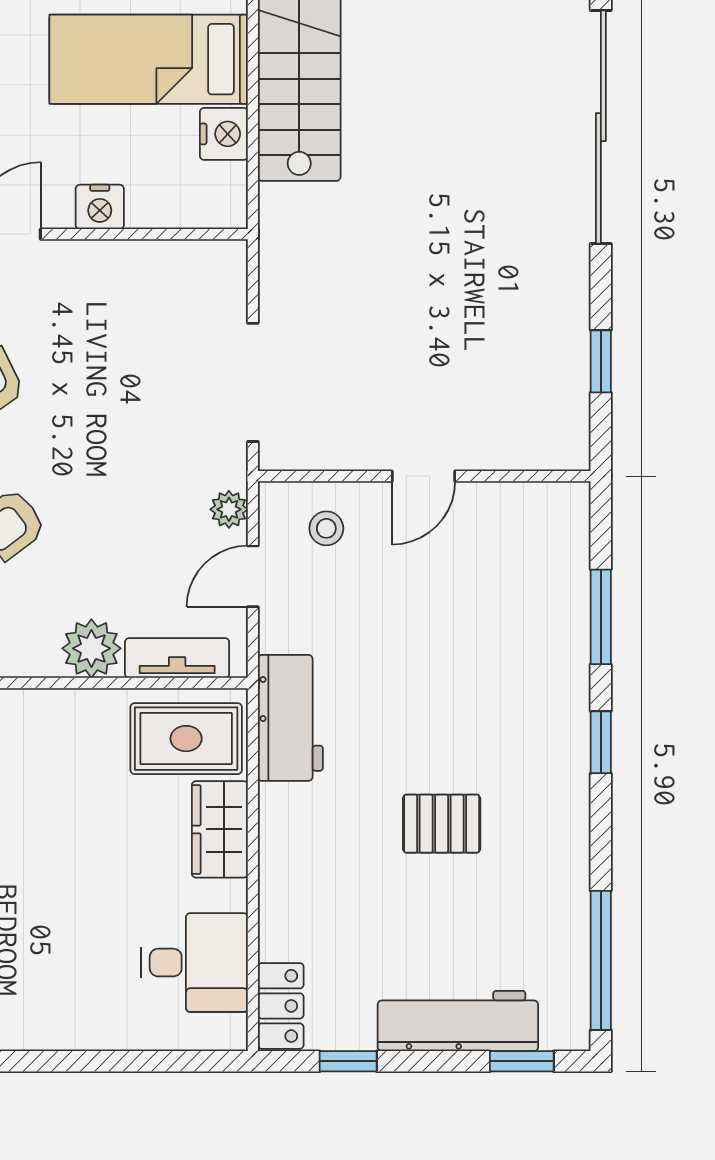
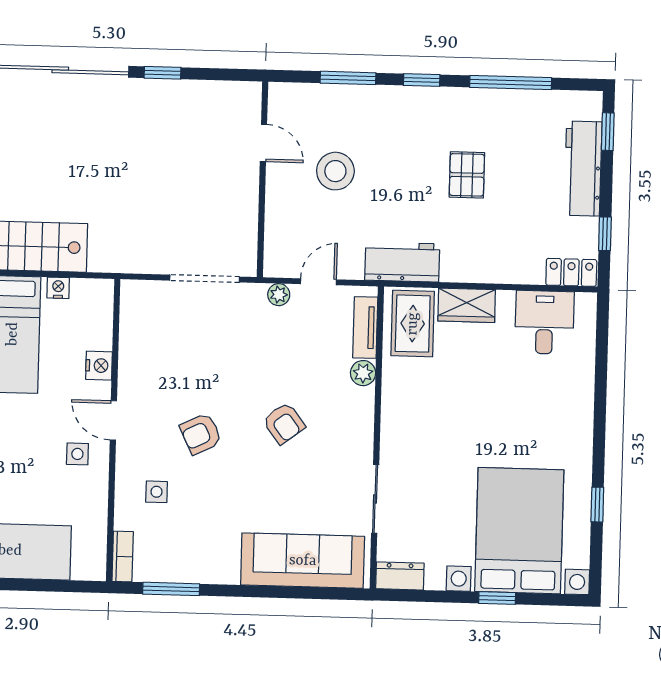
nightstand: (224, 134) -> (58, 288), width x0.72, depth x0.74
window: (601, 361) -> (163, 73), moved
door: (424, 476) -> (263, 143), moved
stool: (326, 528) -> (335, 171), moved, width x1.89, depth x1.89
door: (253, 576) -> (318, 282), swing flipped
plant: (91, 648) -> (363, 373), width x0.73, depth x0.73
window: (601, 960) -> (511, 82), moved

